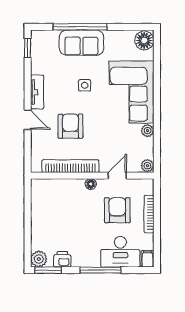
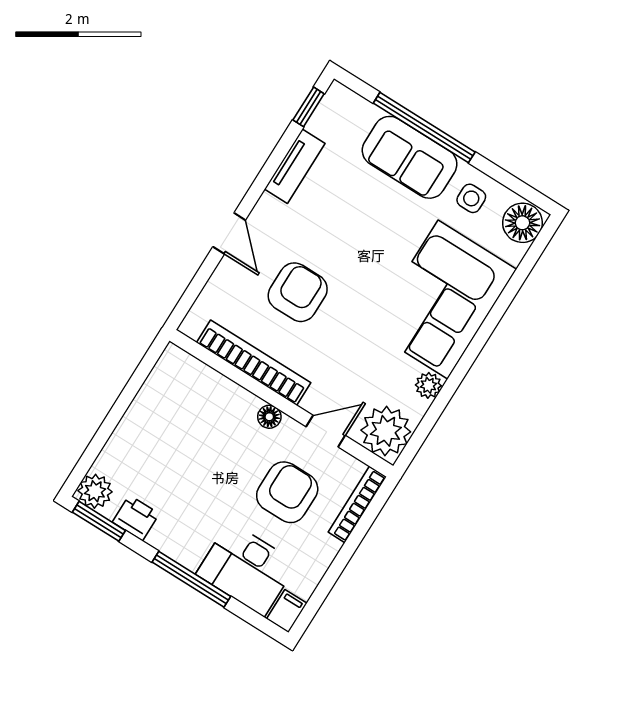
side table: (85, 85) -> (471, 198), moved
tv unit: (37, 92) -> (295, 166), moved
plant: (147, 166) -> (386, 431), width x1.87, depth x1.87
bookcase: (149, 214) -> (357, 504), moved

